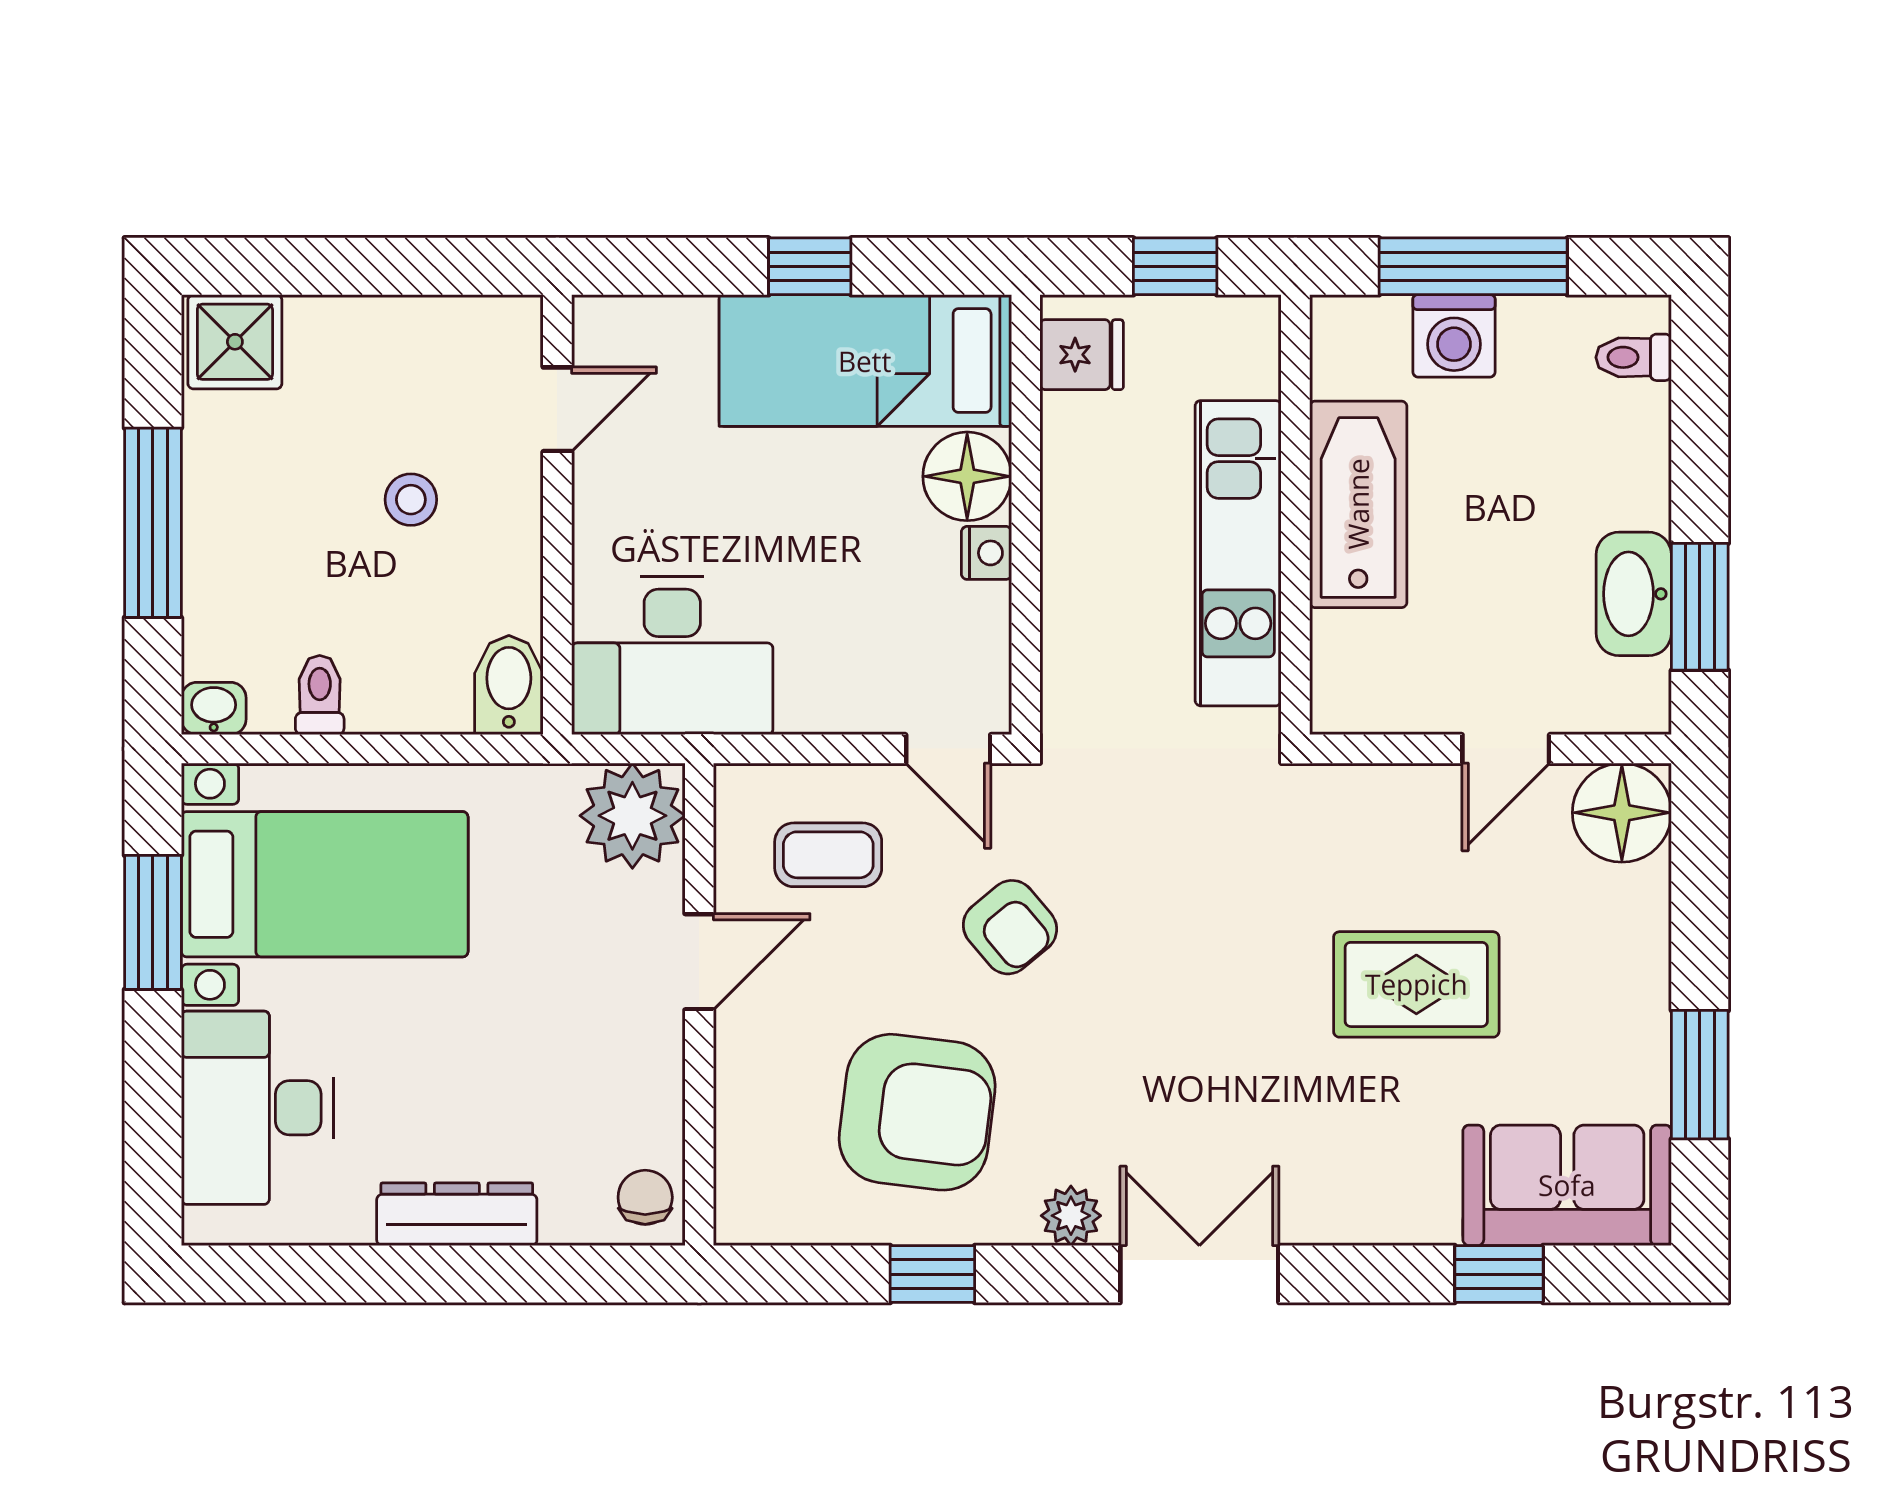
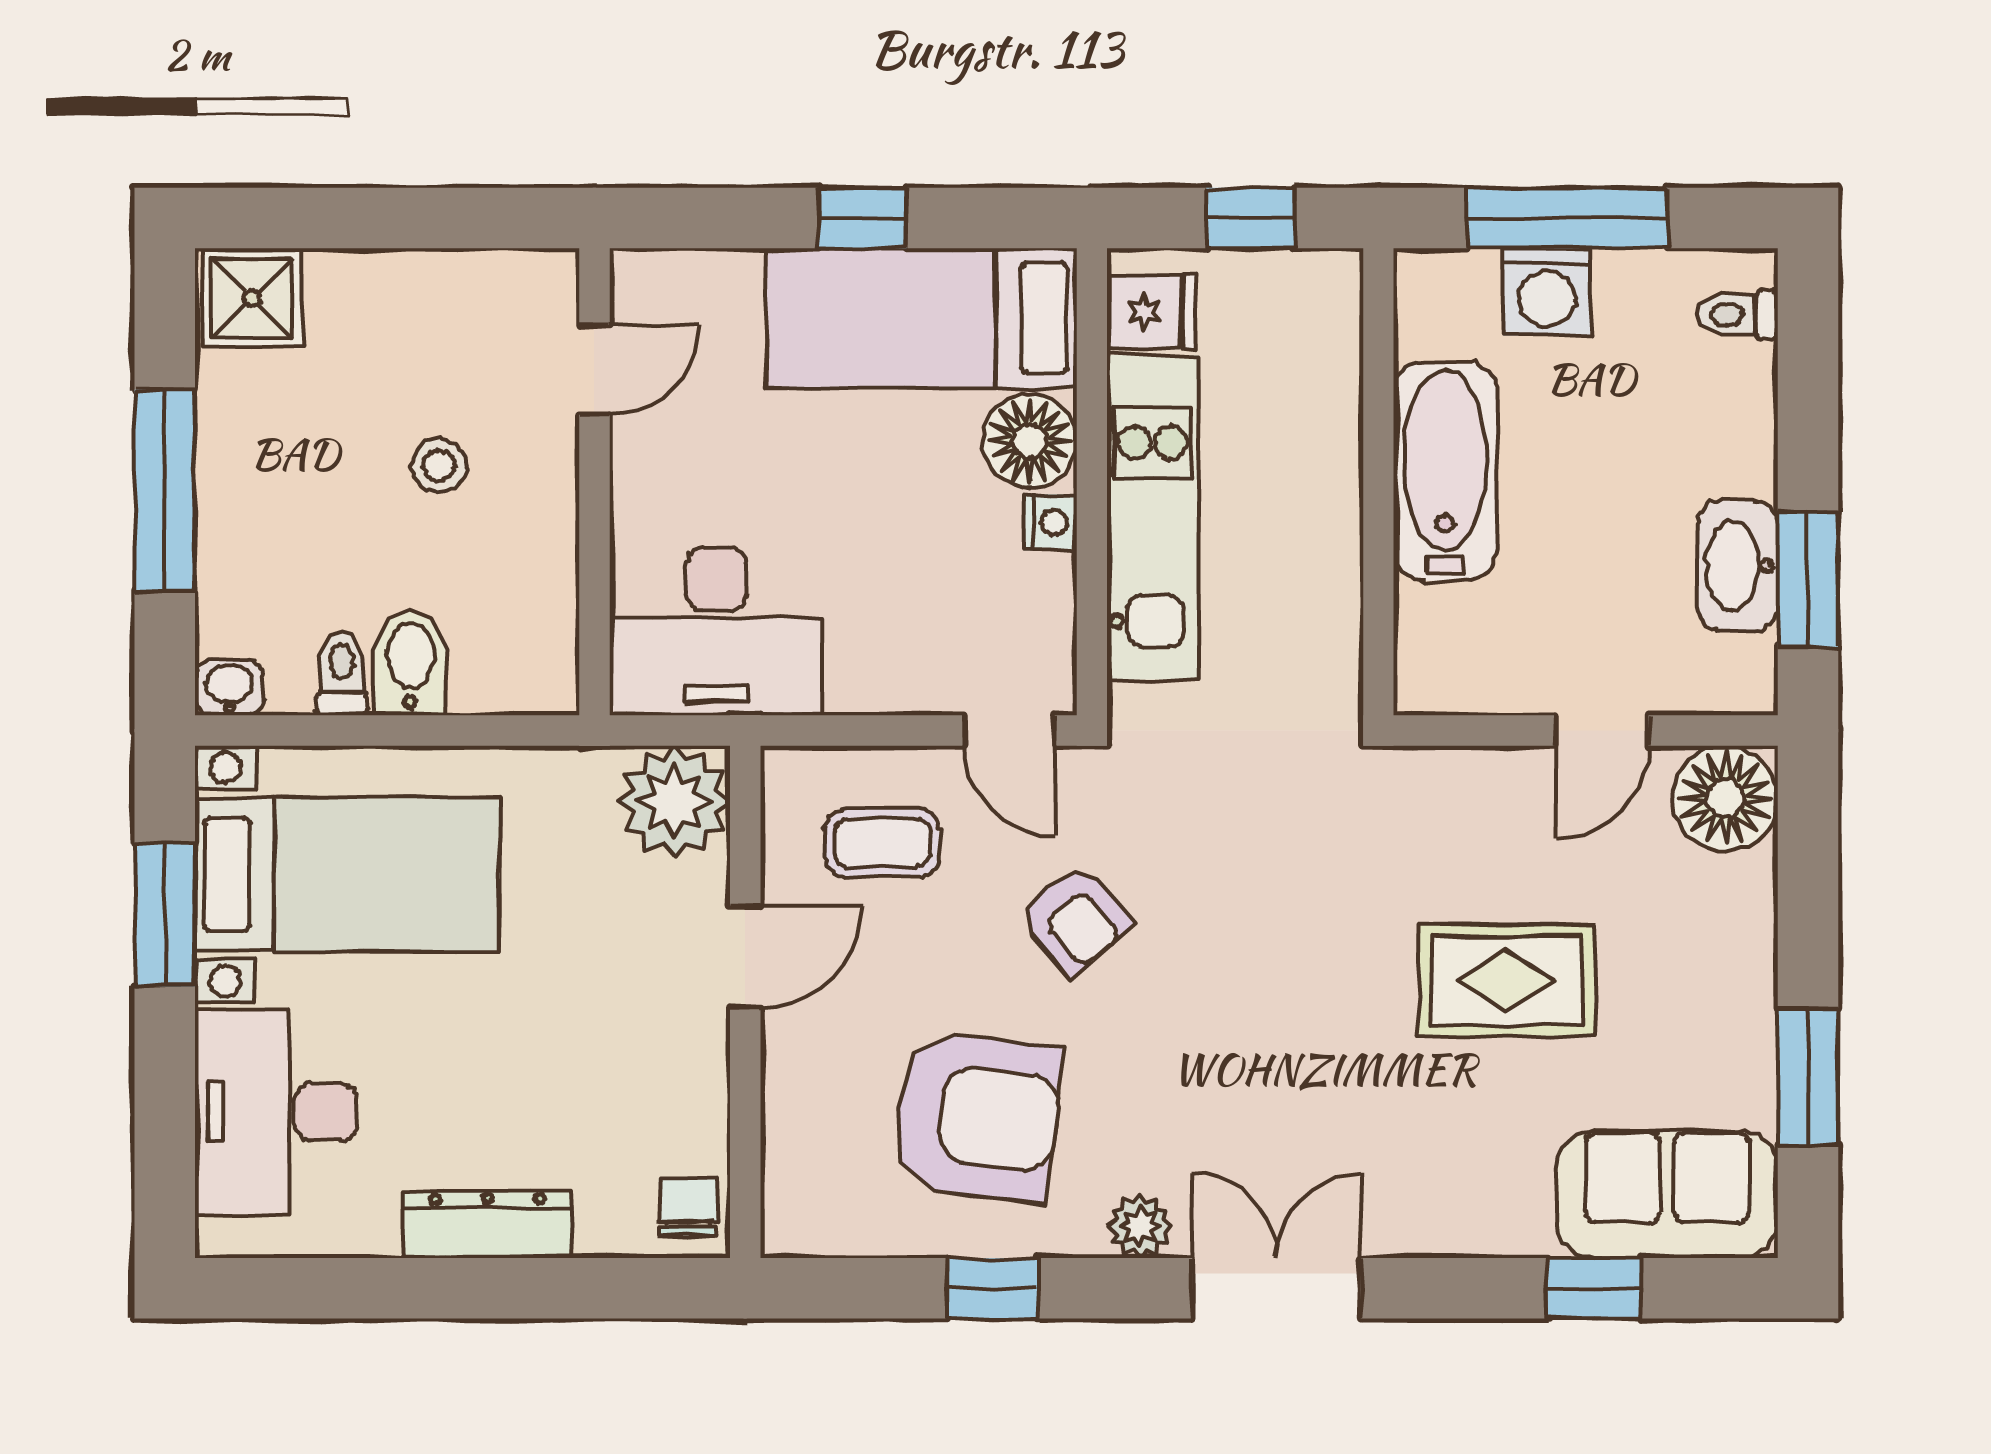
kitchen unit: (1238, 553) -> (1153, 517), moved, turned 180
bidet: (509, 685) -> (410, 663), moved

